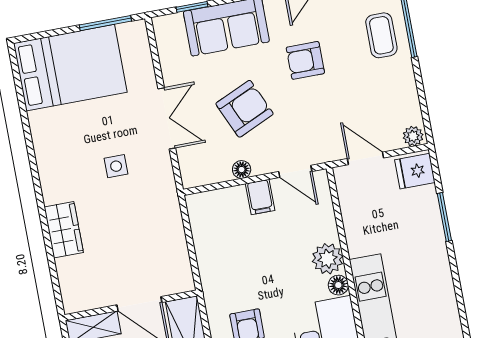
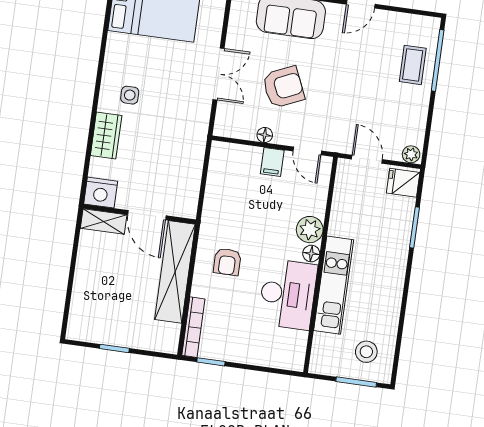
armchair: (305, 60) -> (345, 65), removed
side table: (116, 166) -> (130, 95), moved
nightstand: (79, 296) -> (101, 193), added

